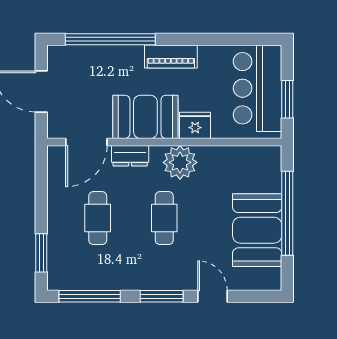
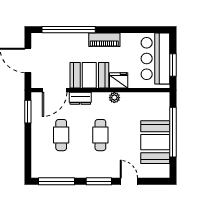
plant: (180, 162) -> (114, 98), width x0.53, depth x0.53
window: (41, 253) -> (28, 112), moved

